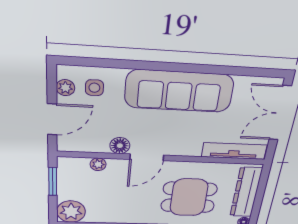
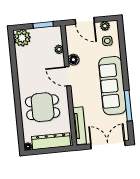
window: (223, 70) -> (128, 106), added
dining table: (189, 197) -> (43, 107), turned 90

